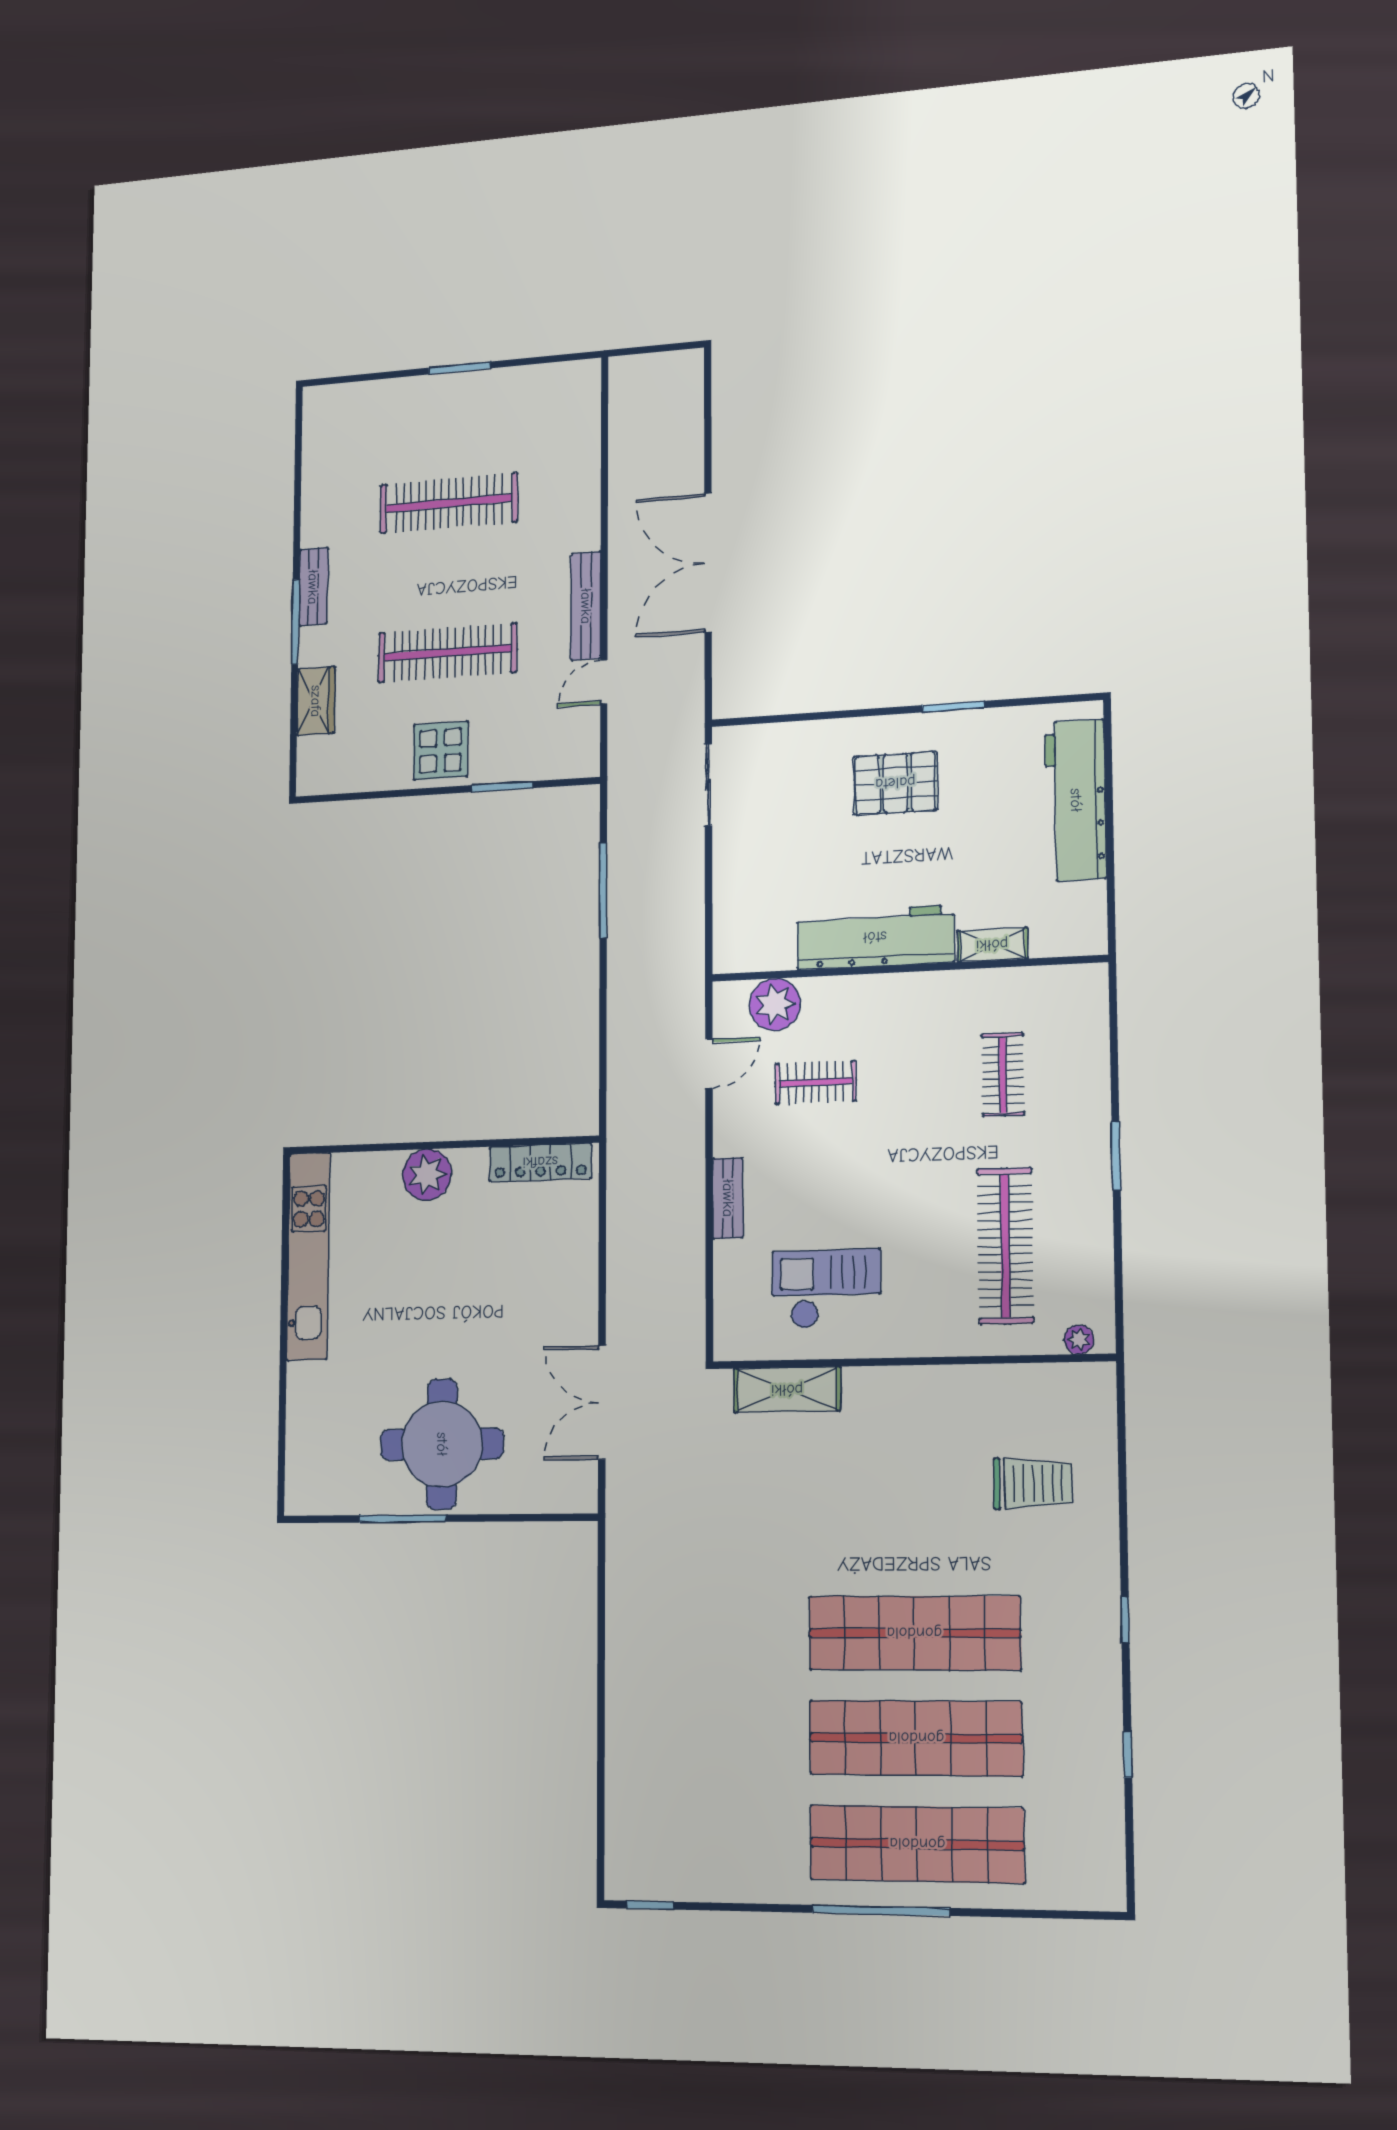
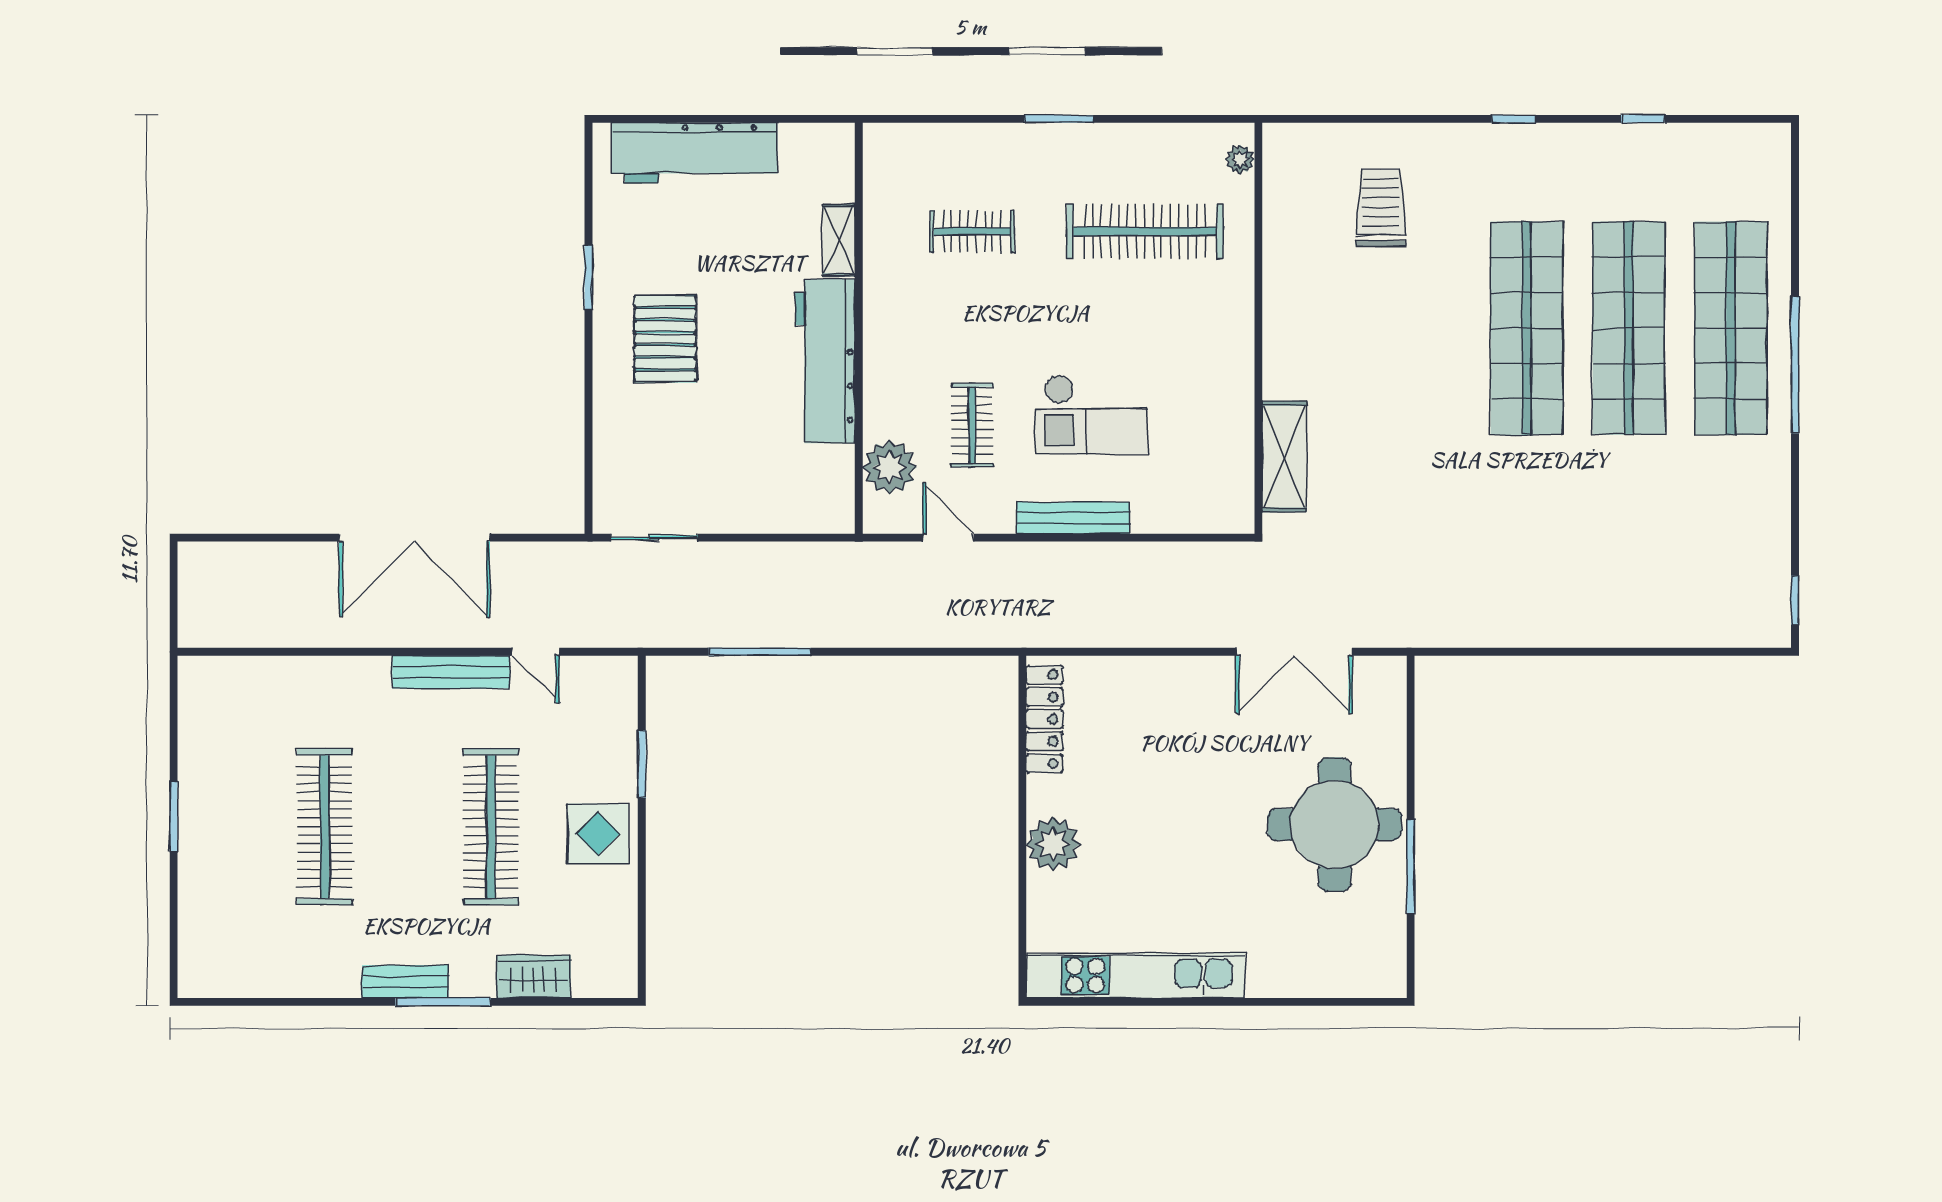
bench: (728, 1198) -> (1073, 518), width x1.36
checkout: (826, 1289) -> (1092, 415), moved, turned -90

